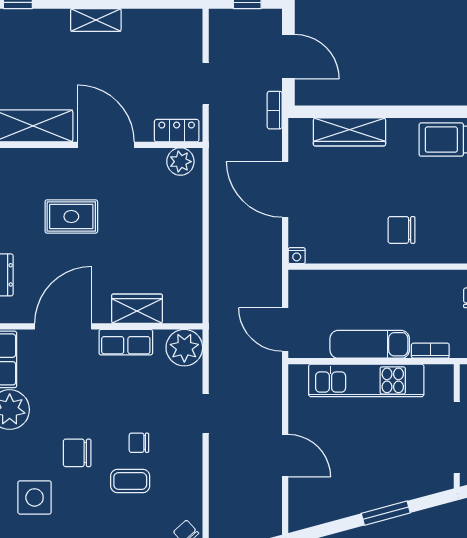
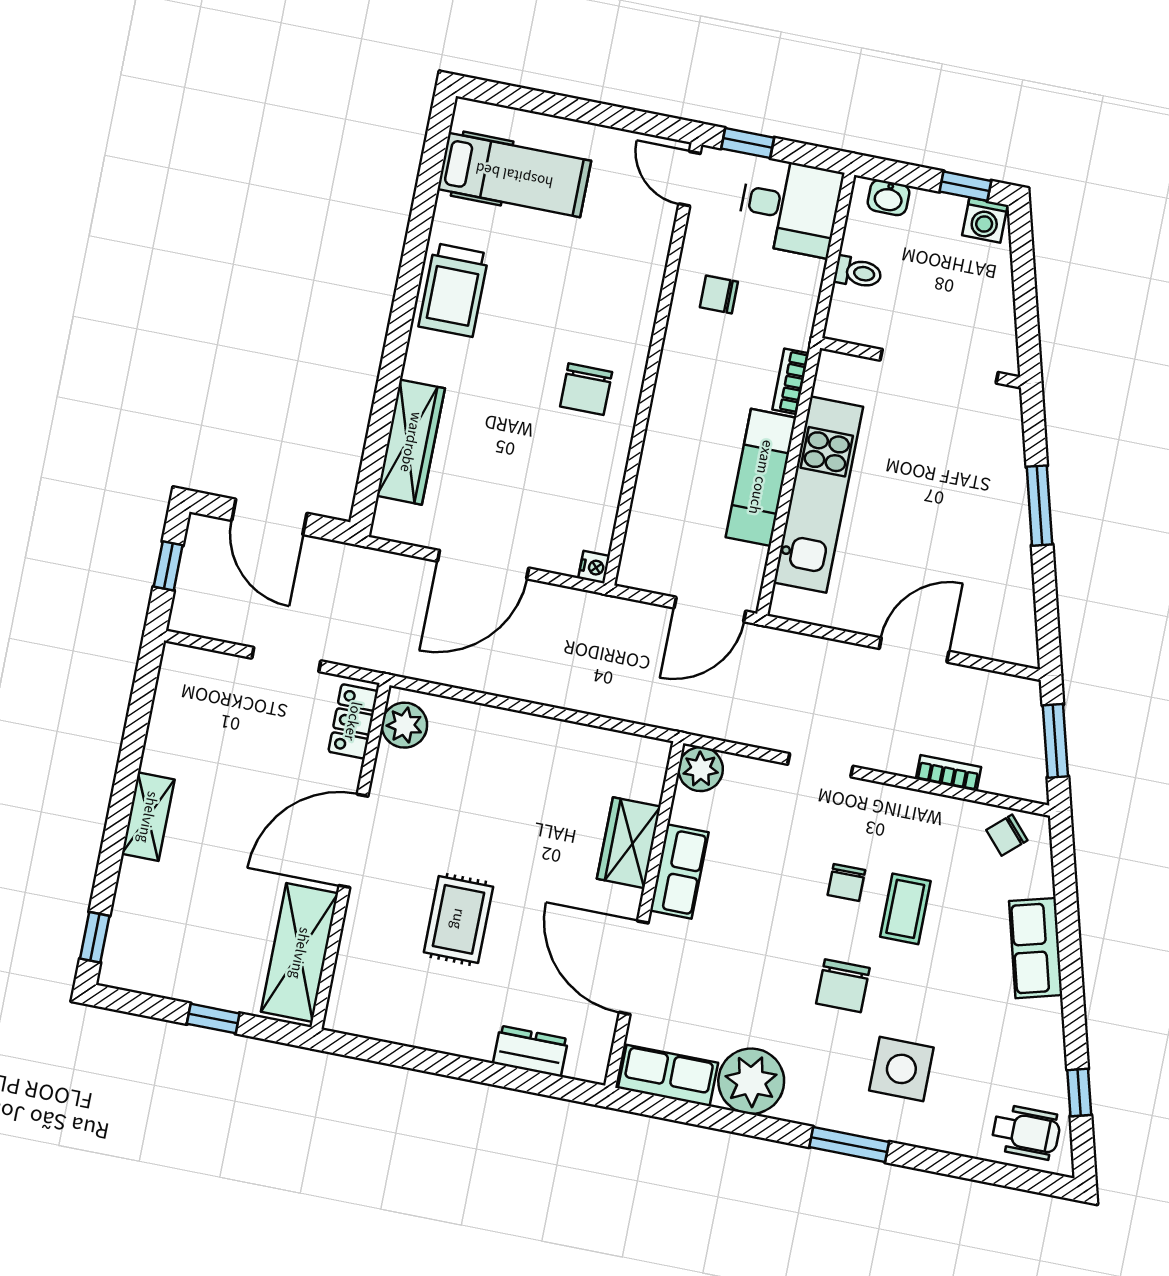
door: (288, 57) -> (269, 517), swing flipped
bookcase: (275, 110) -> (948, 773), moved, turned 180
plant: (184, 348) -> (701, 769), width x0.73, depth x0.73

